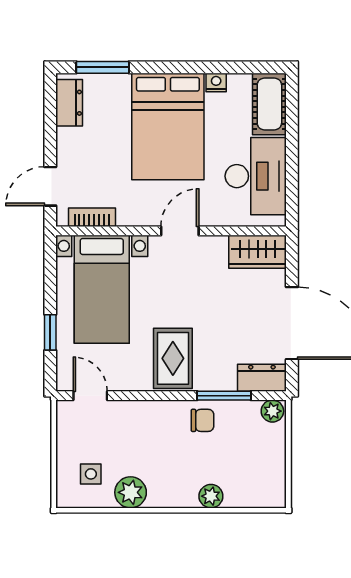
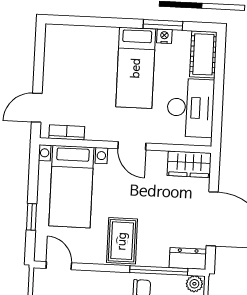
window: (103, 67) -> (163, 25), moved
dresser: (69, 103) -> (54, 46), removed
bed: (168, 126) -> (136, 68), width x0.67
door: (180, 231) -> (132, 146), swing flipped
window: (224, 396) -> (159, 271), width x1.44

